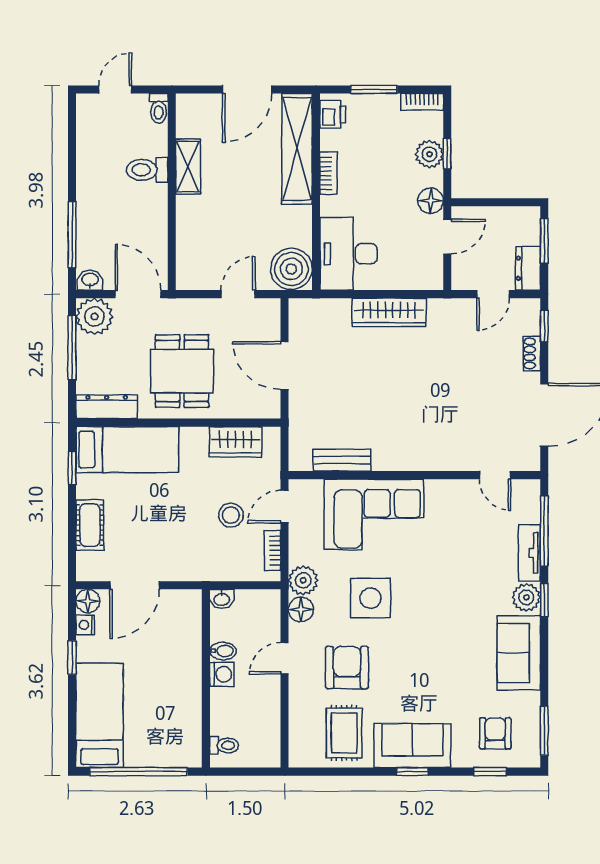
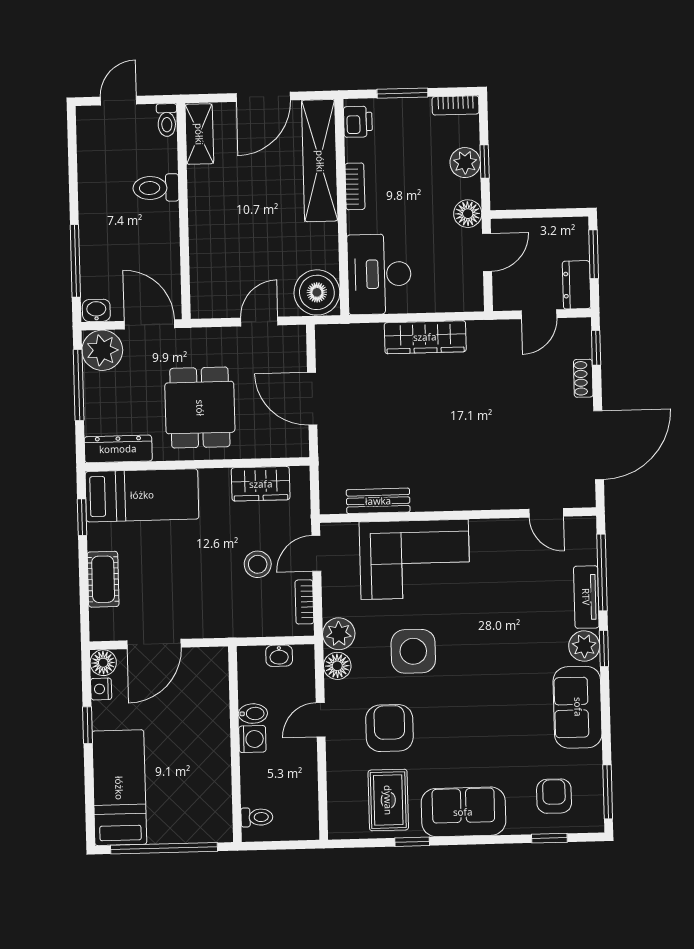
shelving: (188, 167) -> (199, 134), moved
washbasin: (222, 599) -> (279, 656), moved
window: (412, 772) -> (412, 842), moved

